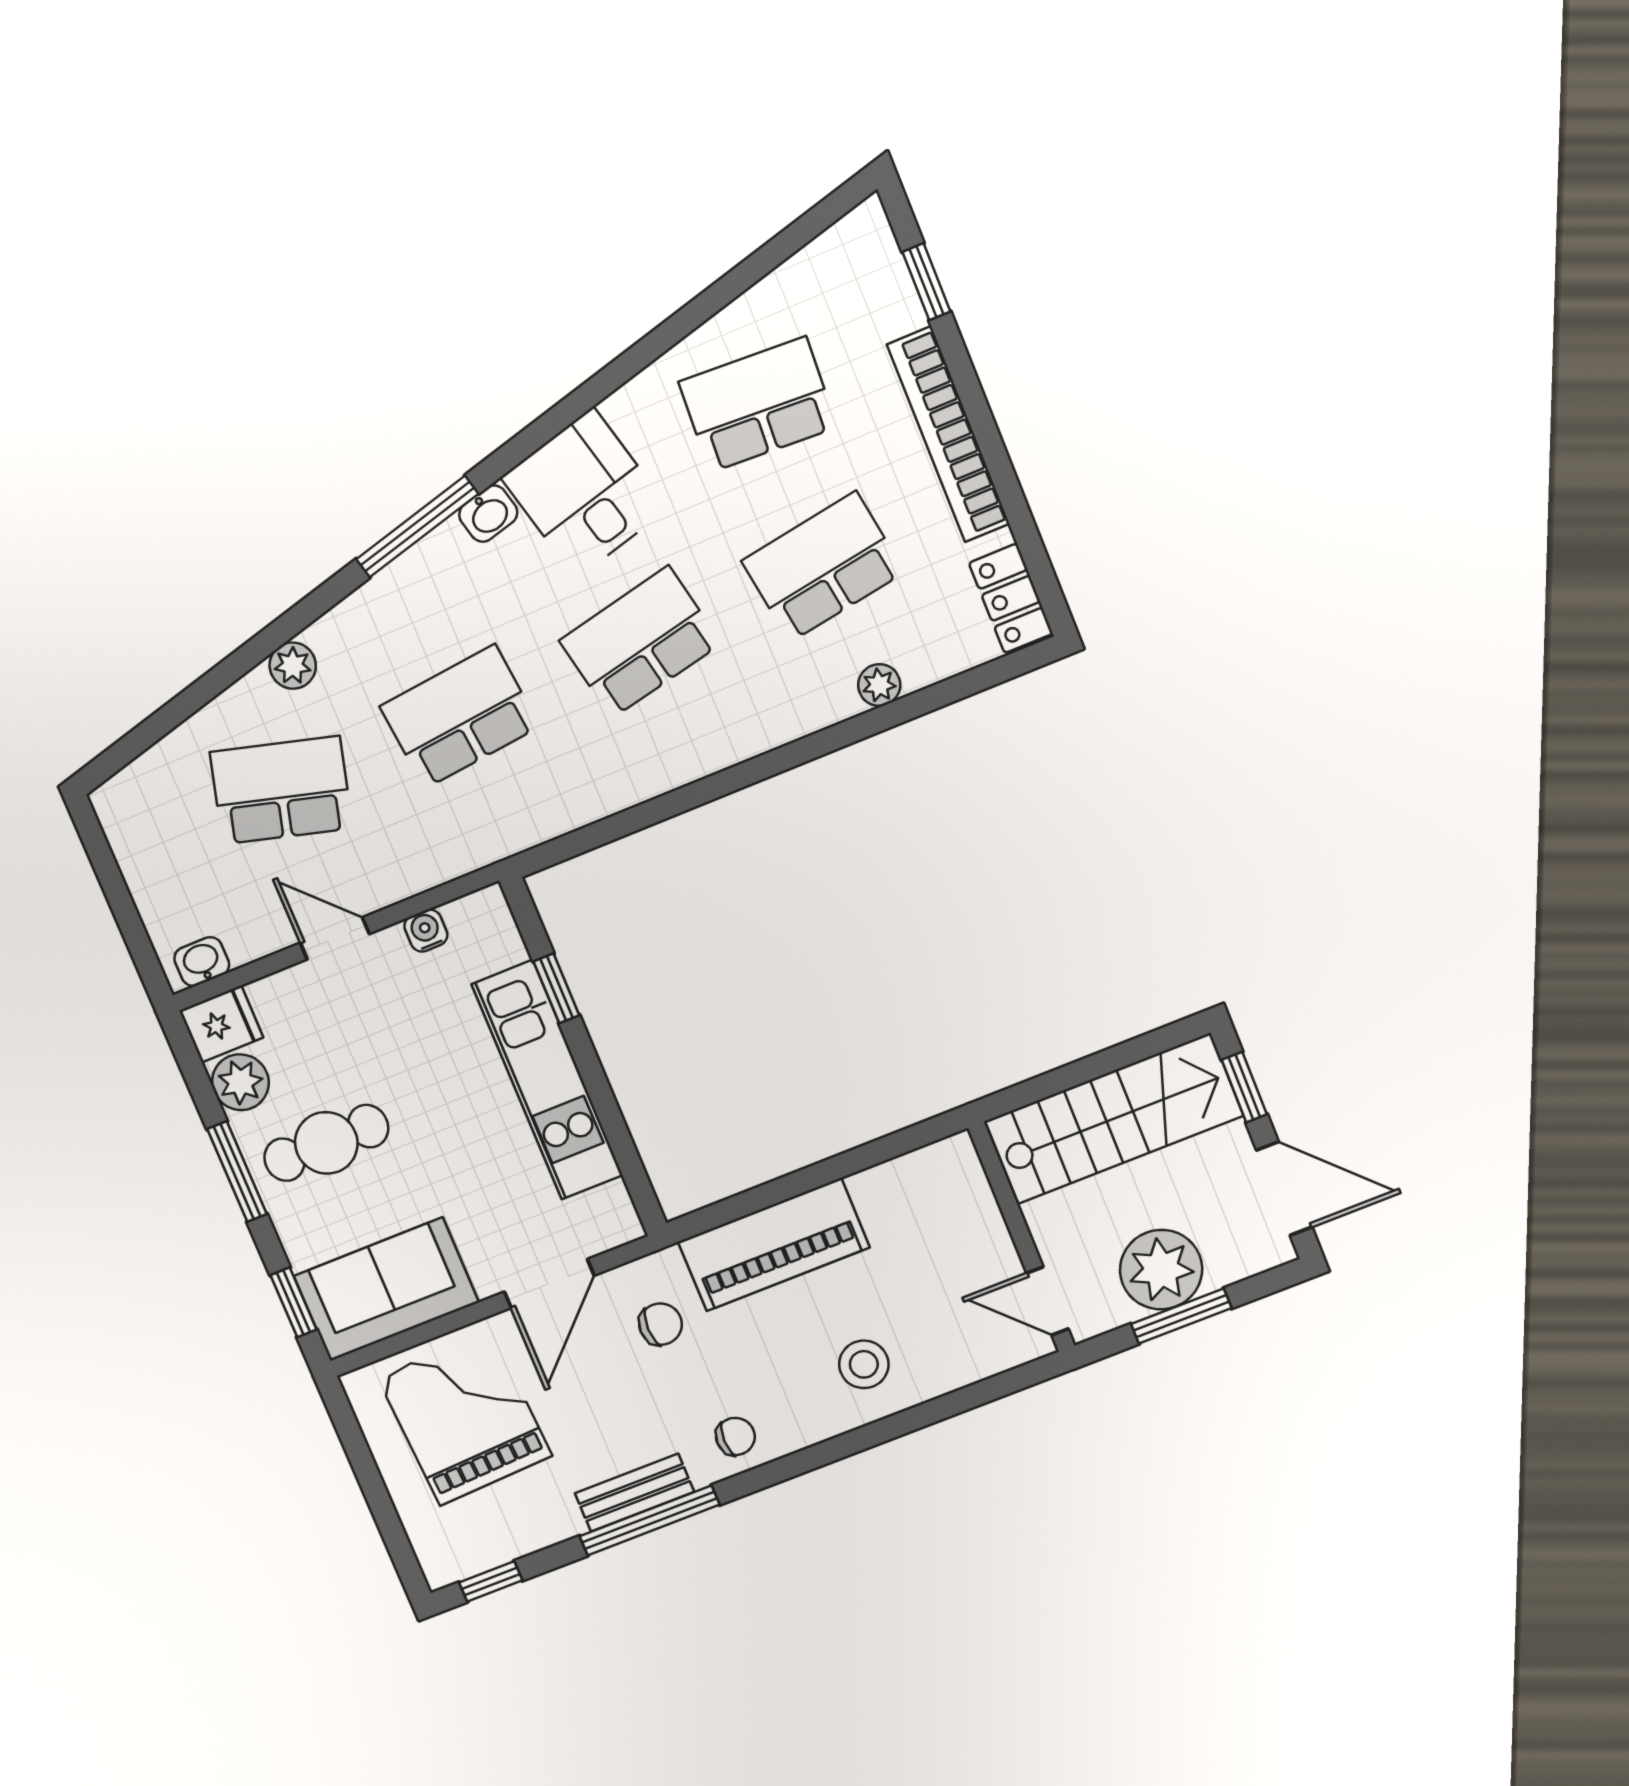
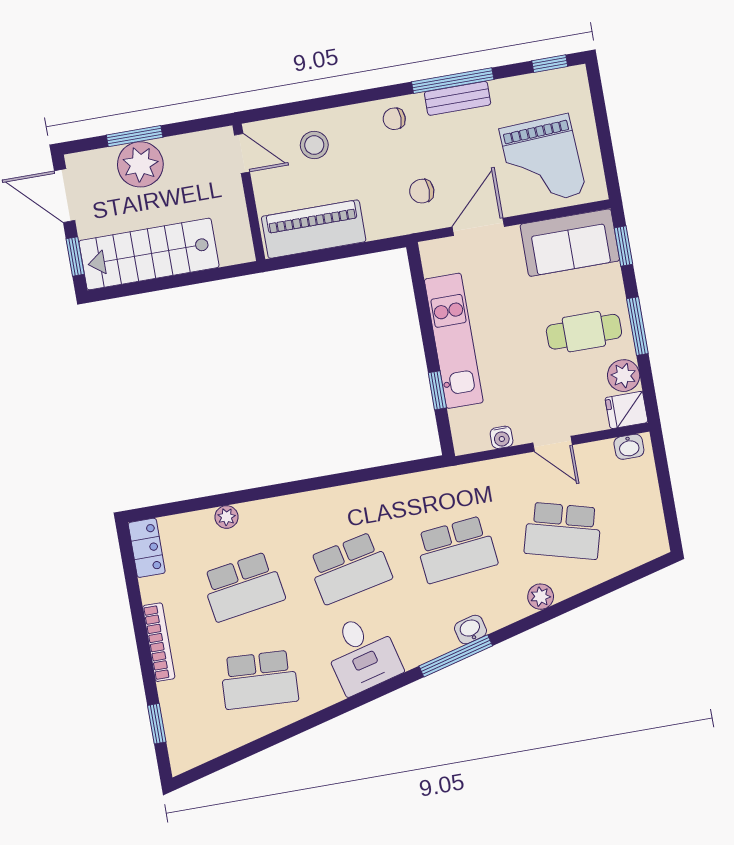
bookcase: (948, 434) -> (159, 642), width x0.68, depth x0.76
washbasin: (488, 514) -> (471, 630), moved
wall: (1022, 1237) -> (249, 192), moved
piano: (774, 1245) -> (314, 229), moved
door: (1047, 1301) -> (242, 153), moved

